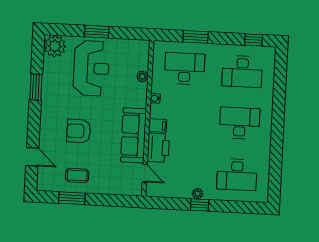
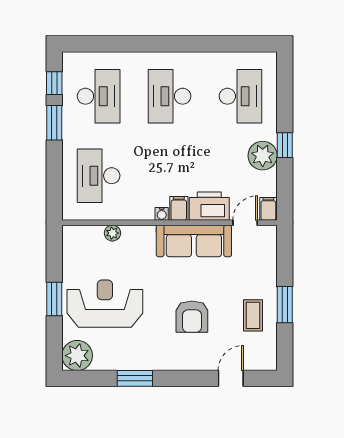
window: (196, 37) -> (54, 123), moved
water cooler: (155, 98) -> (162, 214), moved
filing cabinet: (154, 191) -> (268, 209), added
plant: (198, 194) -> (263, 156), width x1.88, depth x1.88
window: (72, 198) -> (285, 305), moved

